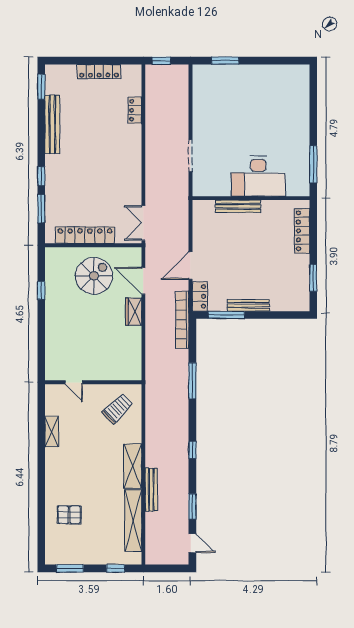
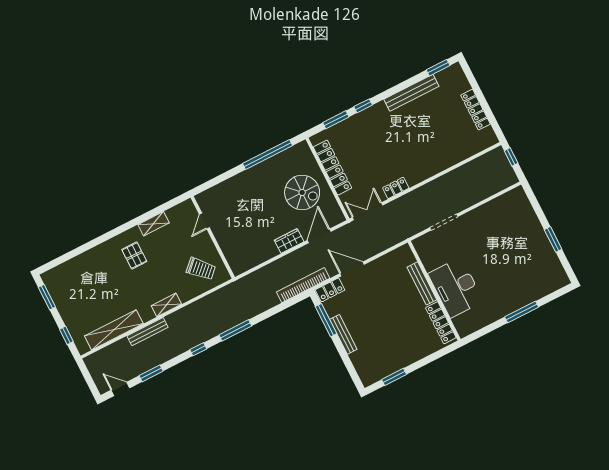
window: (225, 61) -> (553, 239), moved
locker: (135, 110) -> (396, 188), moved
window: (313, 164) -> (522, 312), moved
locker: (302, 231) -> (441, 323), moved, turned -90
window: (41, 290) -> (268, 155), width x3.17
window: (192, 381) -> (235, 330), moved
shelving: (133, 466) -> (166, 305), width x0.67, depth x0.75
pallet: (69, 515) -> (134, 255), moved
door: (192, 543) -> (120, 389), swing flipped

